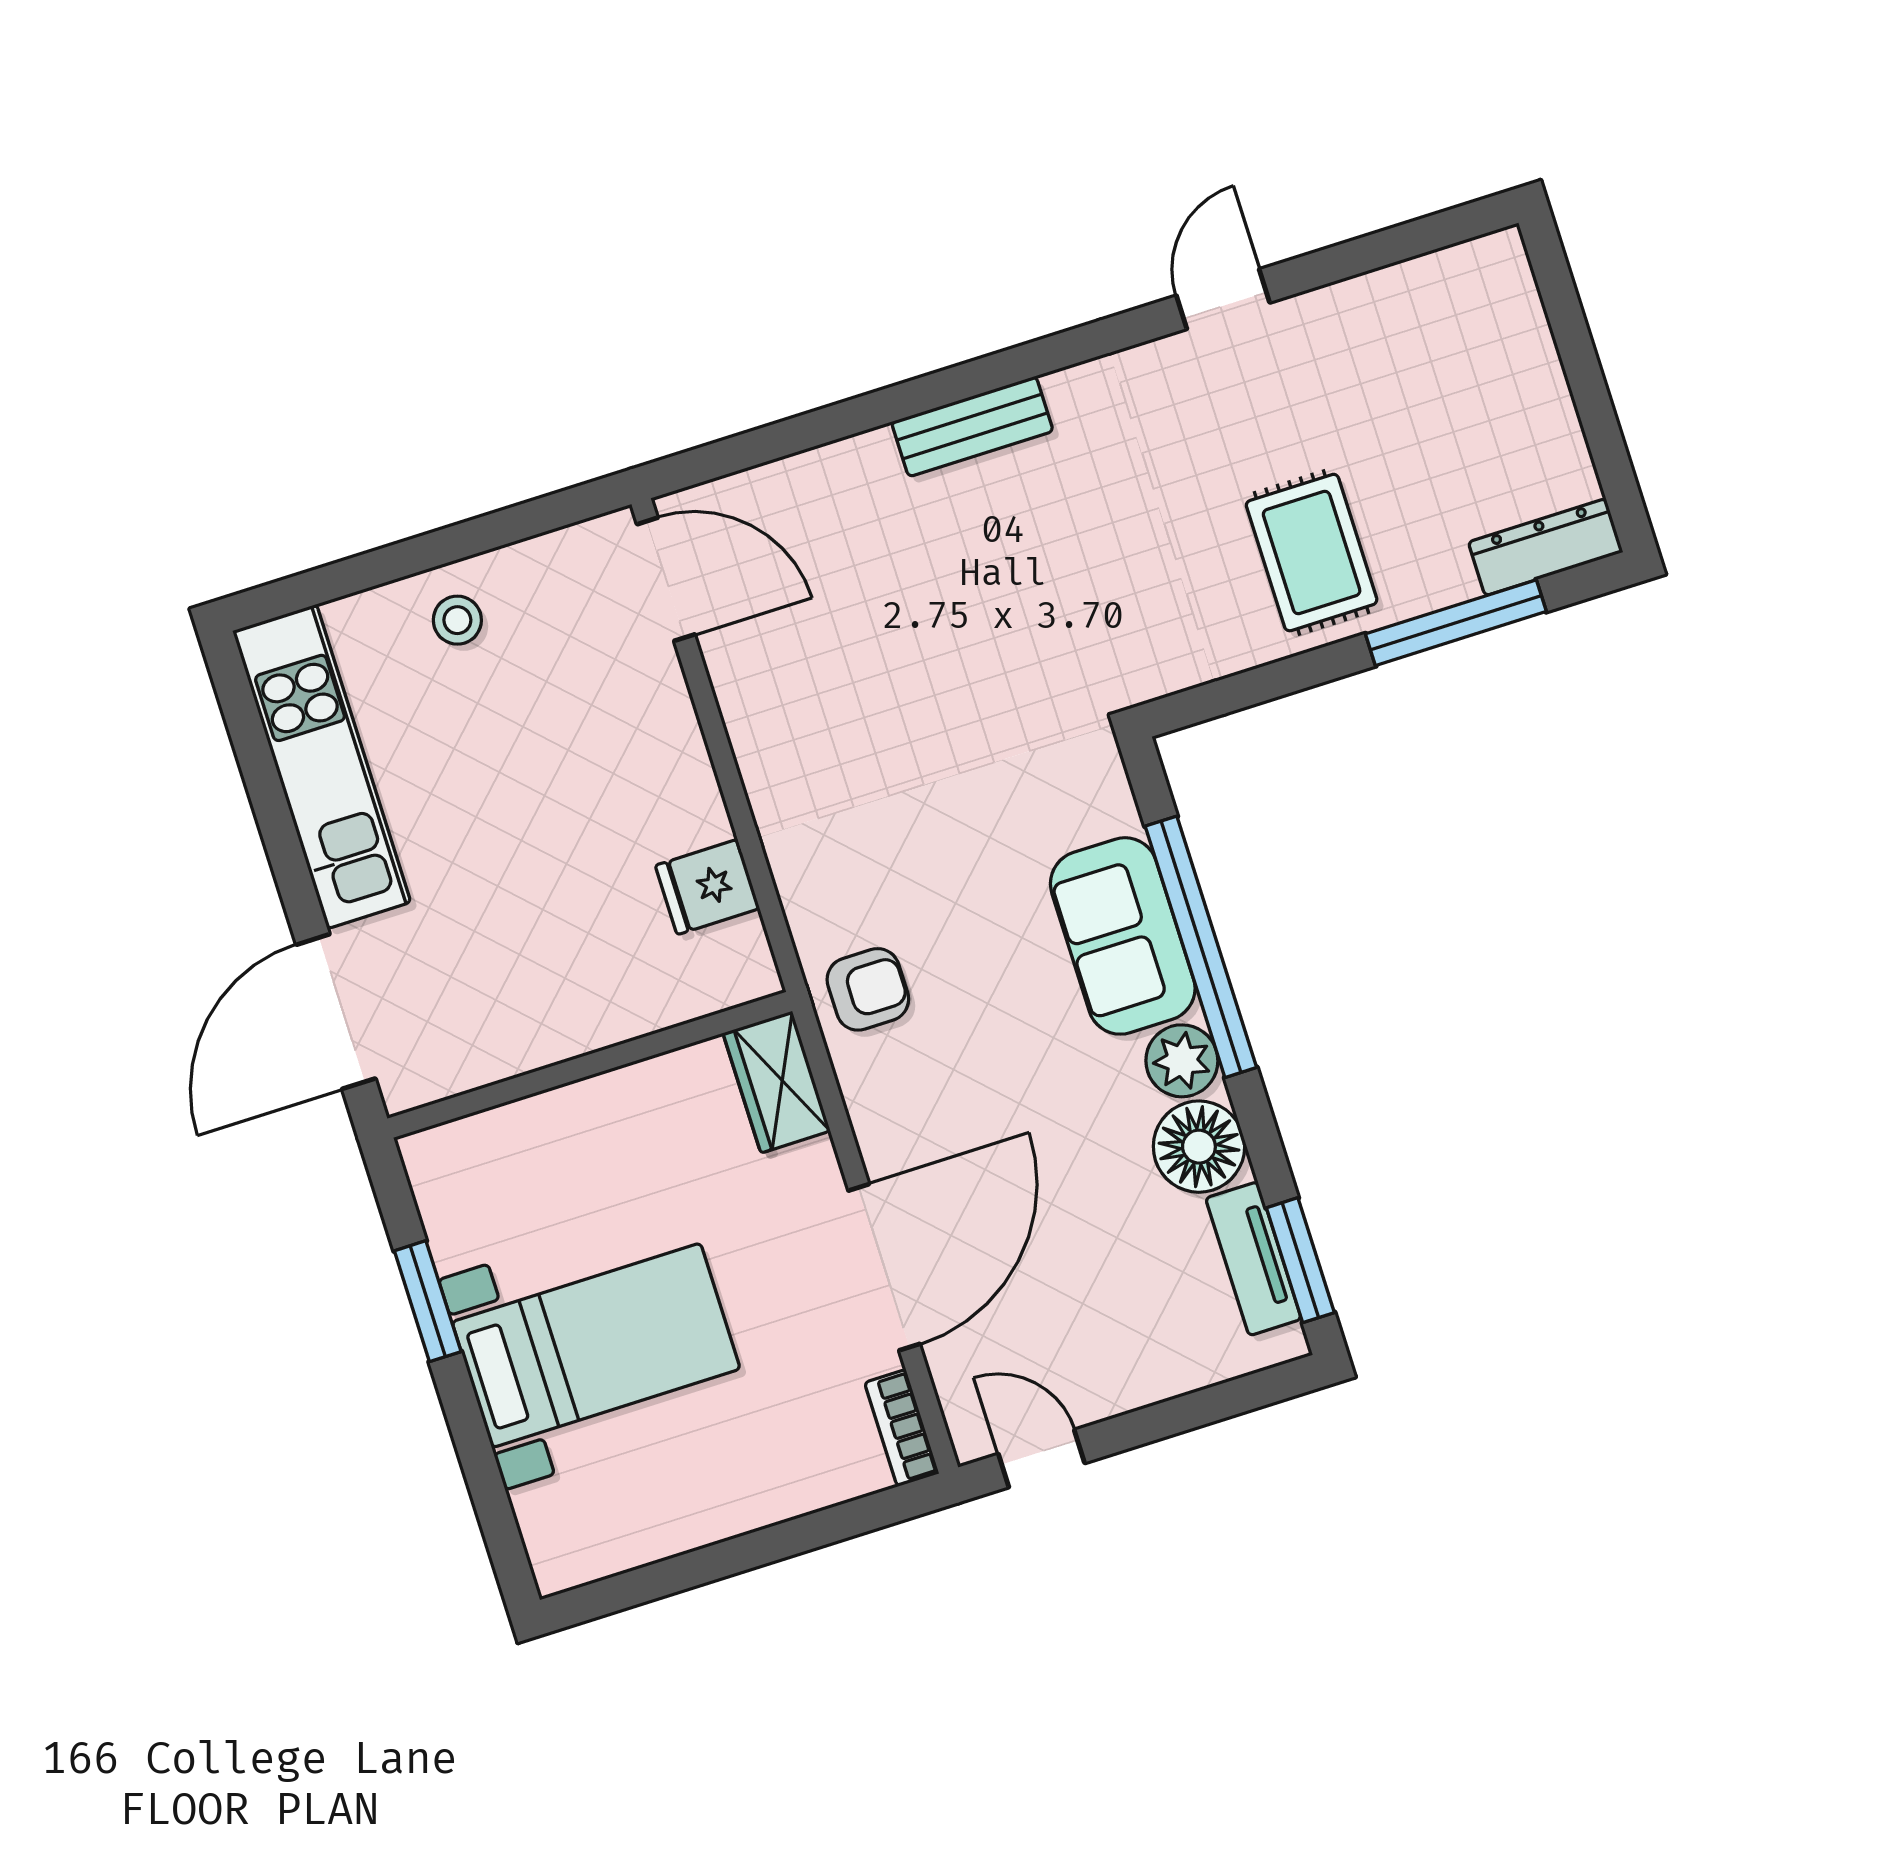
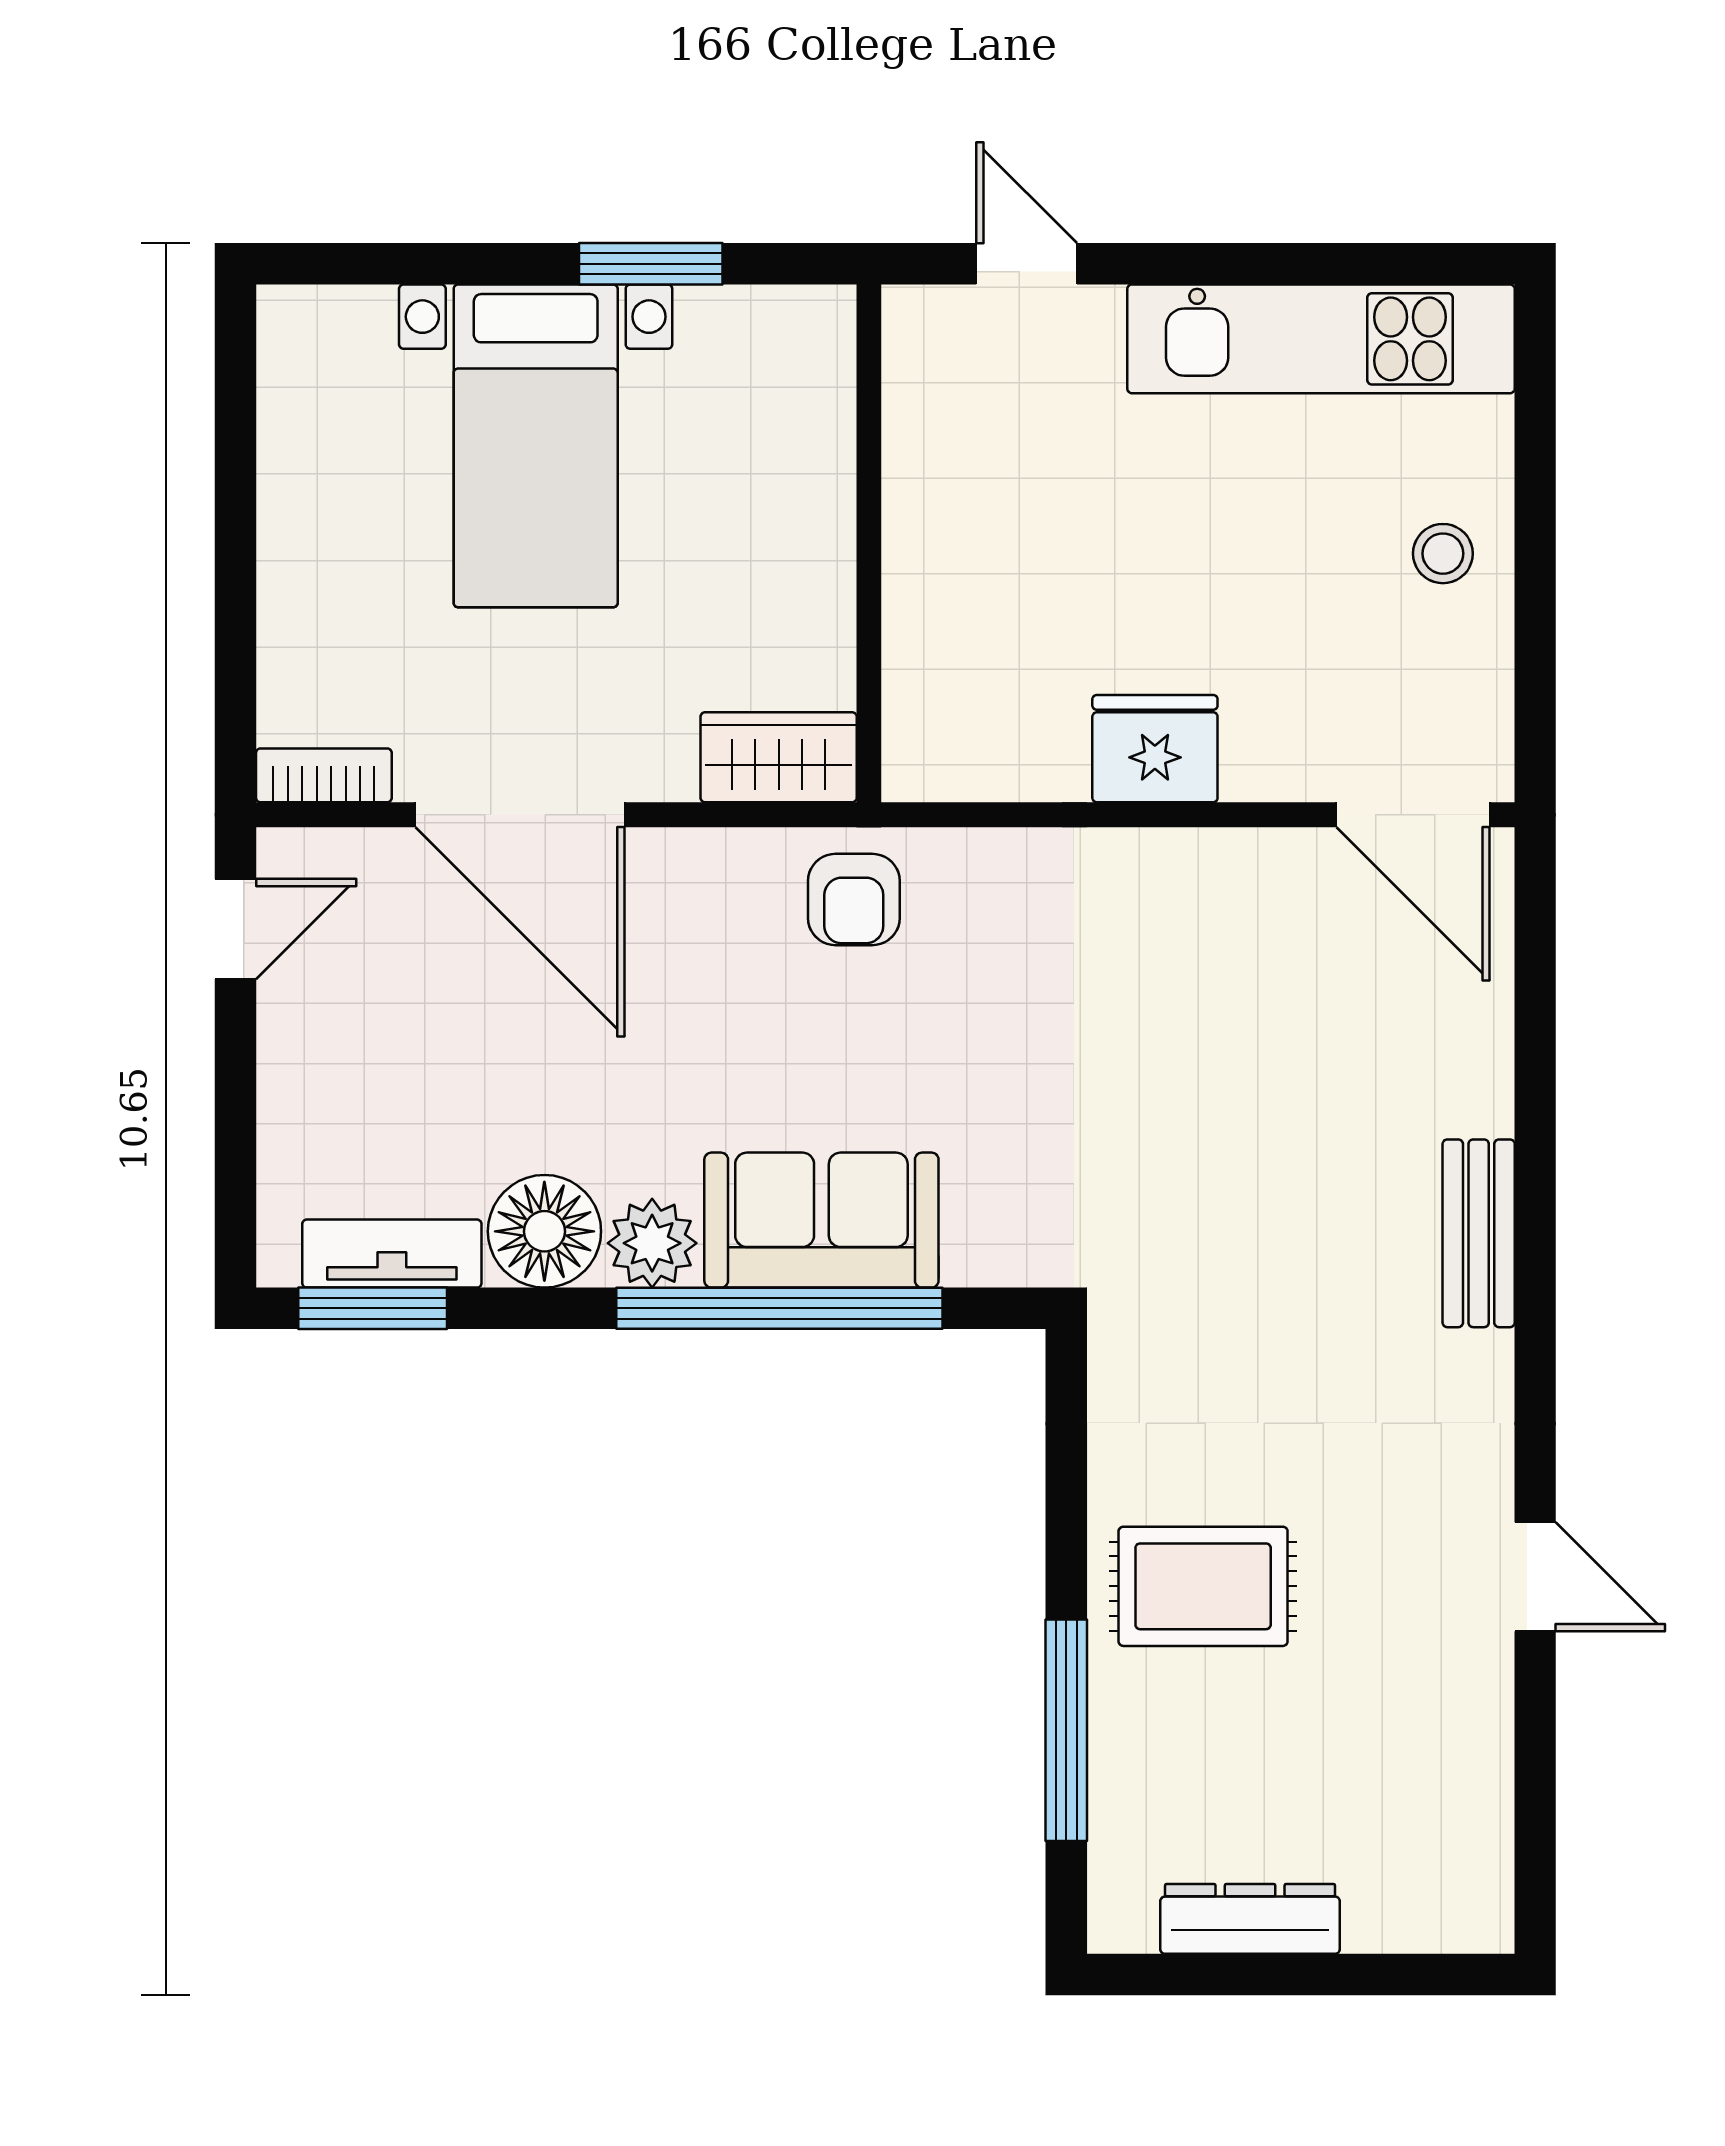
dresser: (1546, 547) -> (1250, 1919), moved, turned -90
door: (666, 579) -> (1413, 815), hinge flipped
fridge: (707, 887) -> (1155, 749), moved, width x1.38
door: (336, 1012) -> (1027, 264), width x0.53

